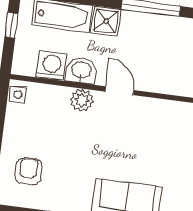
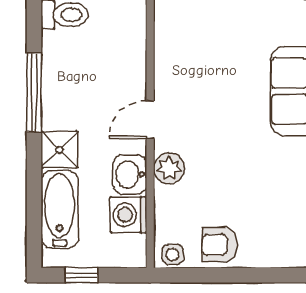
armchair: (28, 171) -> (219, 245), moved

